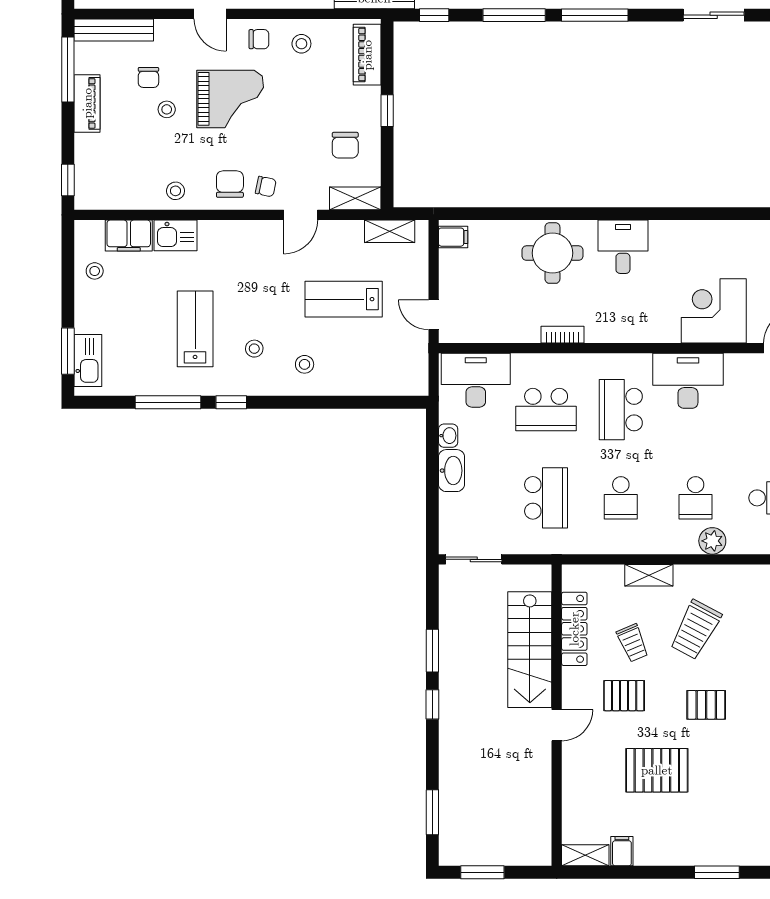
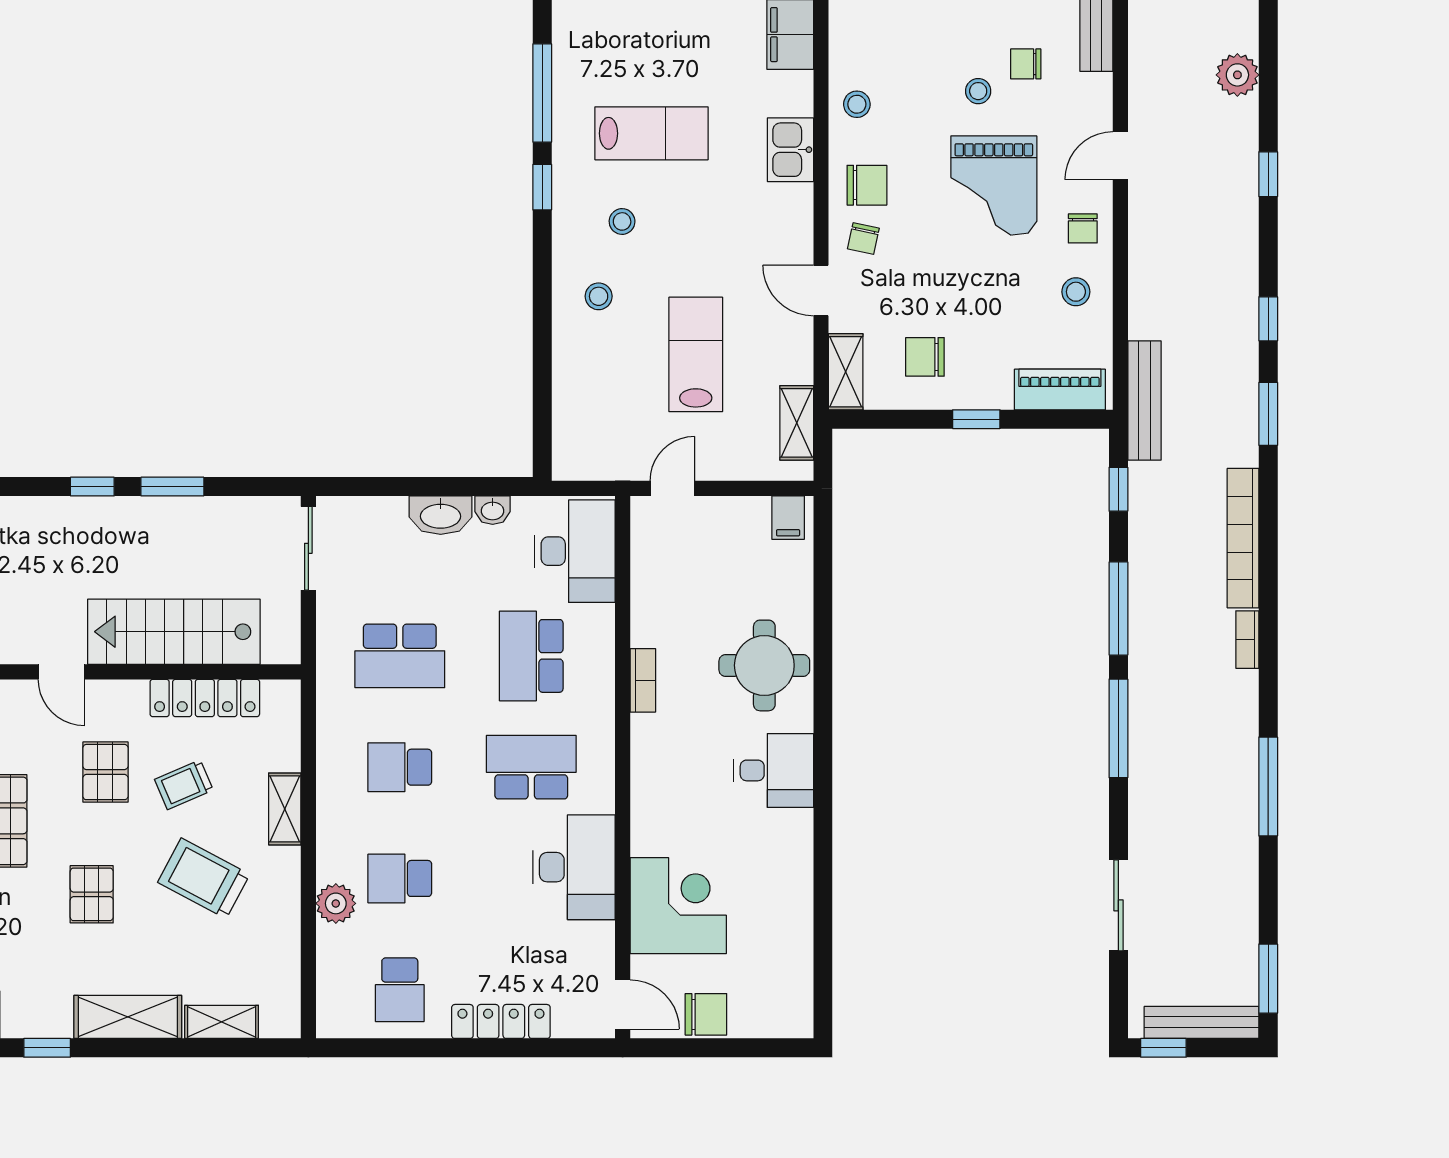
kitchen sink: (176, 235) -> (790, 150), moved

